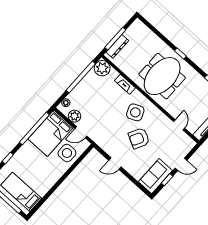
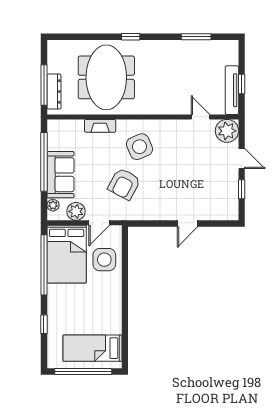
plant: (102, 68) -> (227, 131), moved
meeting table: (162, 76) -> (106, 77), moved
armchair: (139, 138) -> (124, 184), moved
door: (115, 164) -> (187, 224), moved
door: (181, 164) -> (242, 158), hinge flipped
sofa: (155, 176) -> (60, 175), moved, turned 180

